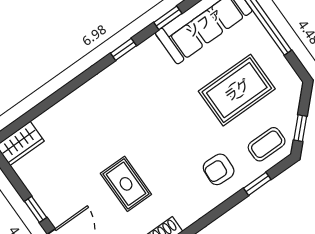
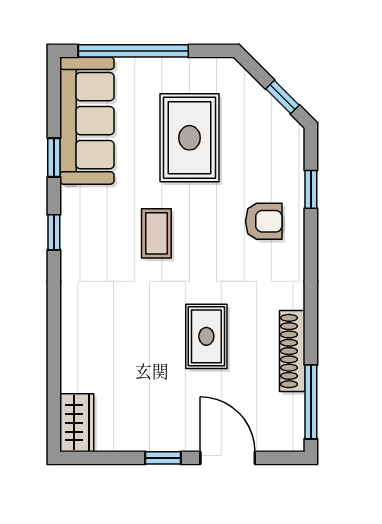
coffee table: (267, 144) -> (156, 233), moved
armchair: (219, 169) -> (264, 221), turned -93
rug: (126, 184) -> (206, 336), turned 90

